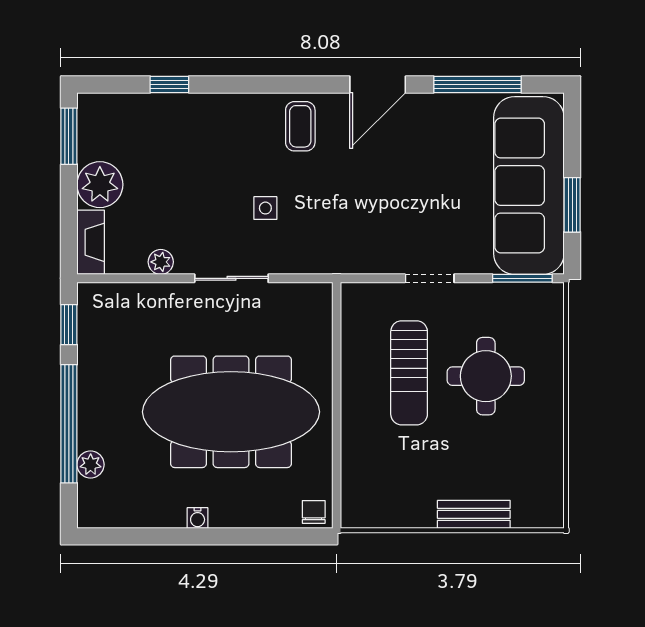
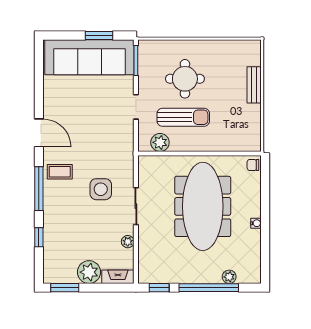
window: (478, 84) -> (39, 189), moved
side table: (265, 208) -> (101, 189), width x1.87, depth x1.87
plant: (359, 326) -> (160, 142), added

